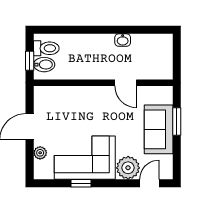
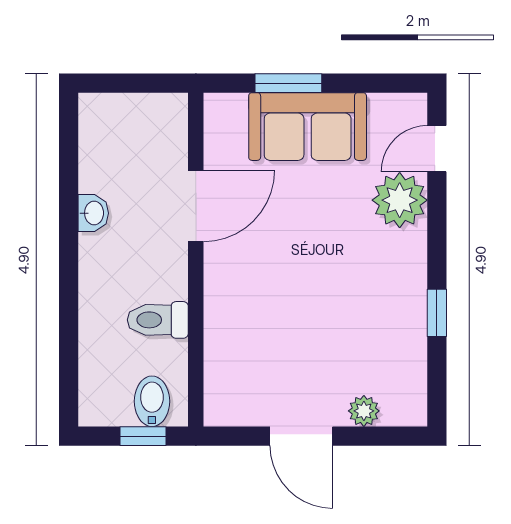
toilet: (46, 48) -> (158, 320), moved, turned -90
door: (126, 83) -> (196, 206), width x1.38
corner sofa: (85, 158) -> (375, 304), removed
door: (149, 183) -> (437, 149), hinge flipped

